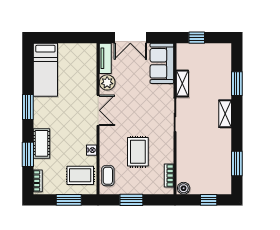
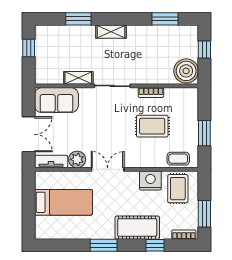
window: (197, 38) -> (29, 48), moved
bed: (45, 70) -> (63, 202), moved
cot: (41, 143) -> (137, 228), width x1.37, depth x1.34
nightstand: (92, 150) -> (150, 180), width x1.89, depth x1.79
window: (28, 154) -> (155, 245), width x0.67
bookcase: (169, 176) -> (151, 92), moved
boiler: (184, 188) -> (186, 71), width x1.86, depth x1.86
window: (69, 200) -> (204, 214), moved

